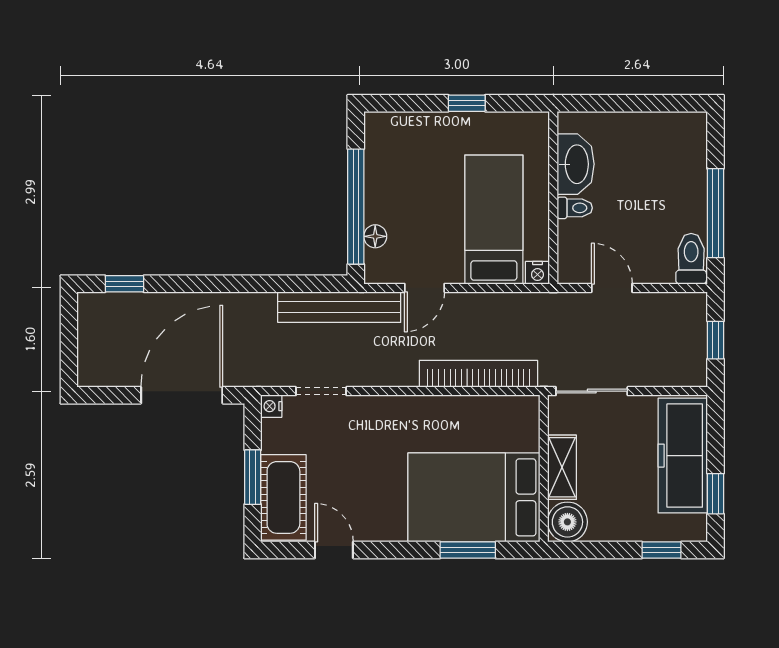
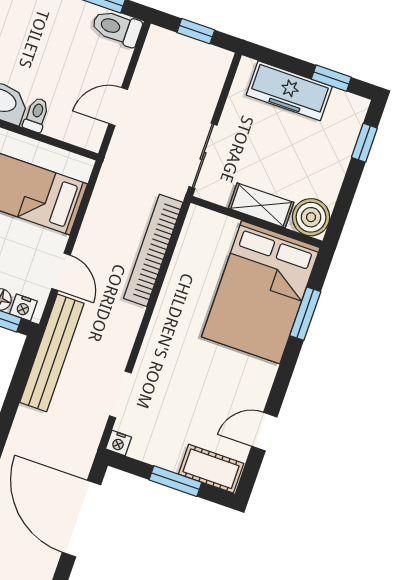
nightstand: (537, 273) -> (23, 308), moved, turned 90
freezer: (683, 456) -> (289, 91), width x0.73, depth x0.79
cot: (283, 497) -> (211, 469), width x0.73, depth x0.75

